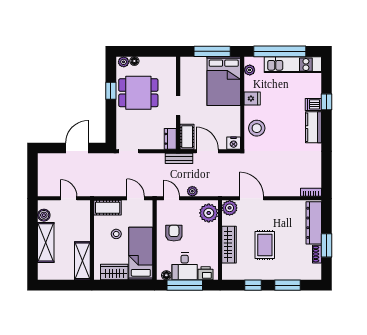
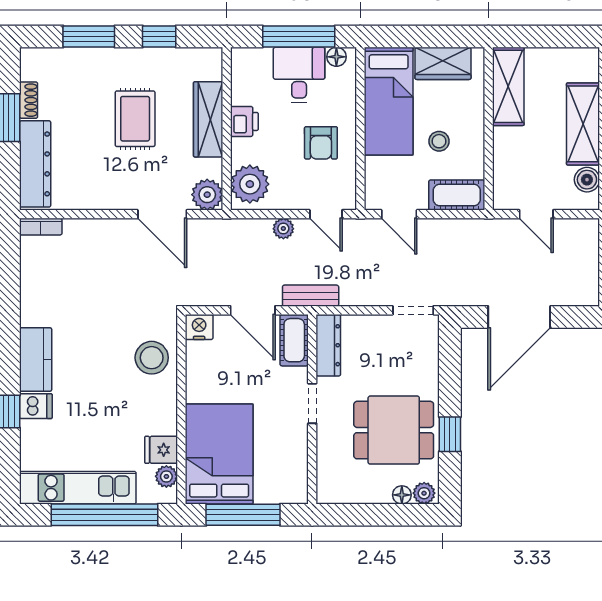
fridge: (252, 98) -> (161, 450), moved
dresser: (170, 139) -> (328, 345), width x1.44
door: (77, 148) -> (519, 317), width x1.36
printer: (206, 273) -> (244, 121), moved, turned -90

